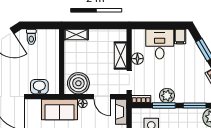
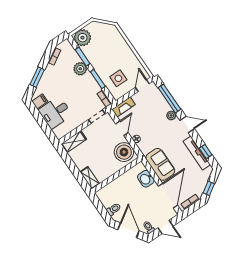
shelving: (120, 56) -> (74, 142), moved
floor lamp: (137, 59) -> (77, 121), removed
plant: (167, 96) -> (80, 69), moved
sofa: (60, 109) -> (160, 164), moved

